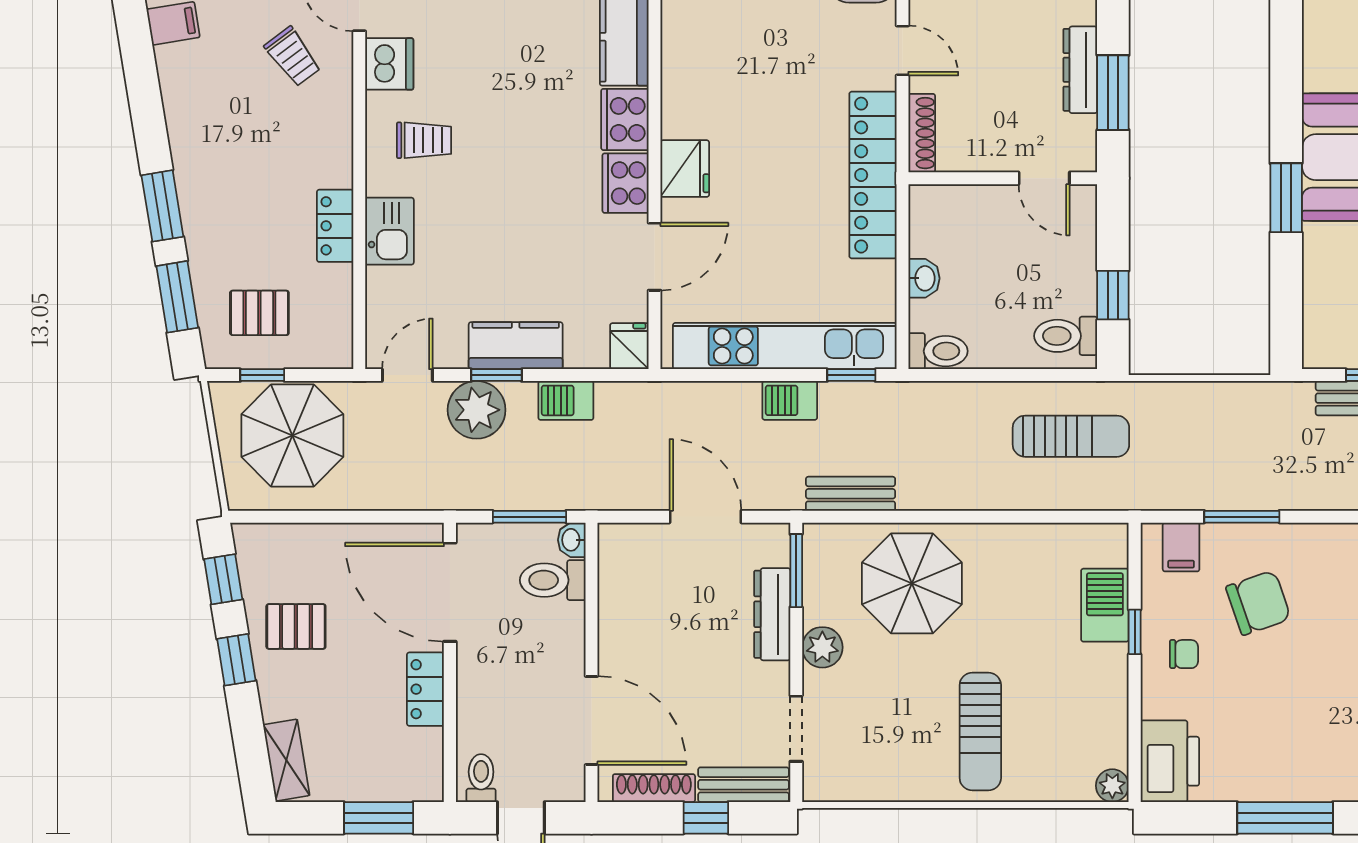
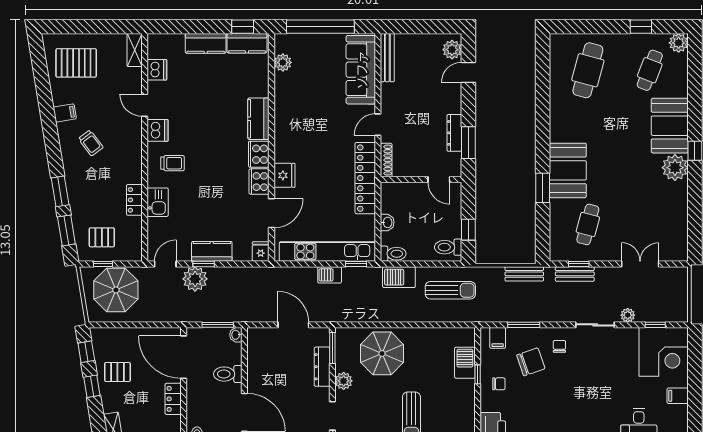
door: (902, 50) -> (378, 125), swing flipped
trolley: (293, 57) -> (91, 143), moved
barbecue: (566, 400) -> (399, 277), moved, width x1.38, depth x1.27
bench: (851, 494) -> (524, 274), moved
chair: (1325, 567) -> (559, 346), added
toilet: (553, 580) -> (228, 374), moved

